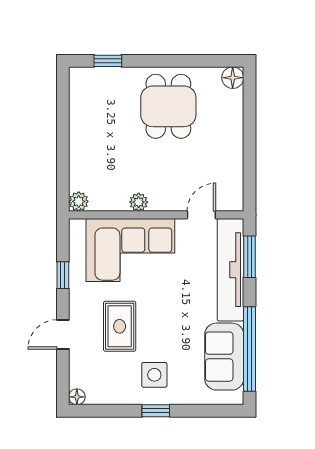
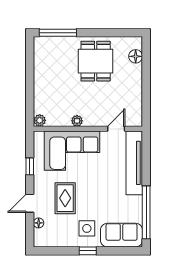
window: (108, 61) -> (58, 33), width x2.17
floor lamp: (233, 78) -> (136, 56), moved
window: (249, 257) -> (146, 155), removed
sofa: (224, 357) -> (122, 235), moved, turned 90
floor lamp: (77, 397) -> (39, 223), moved

